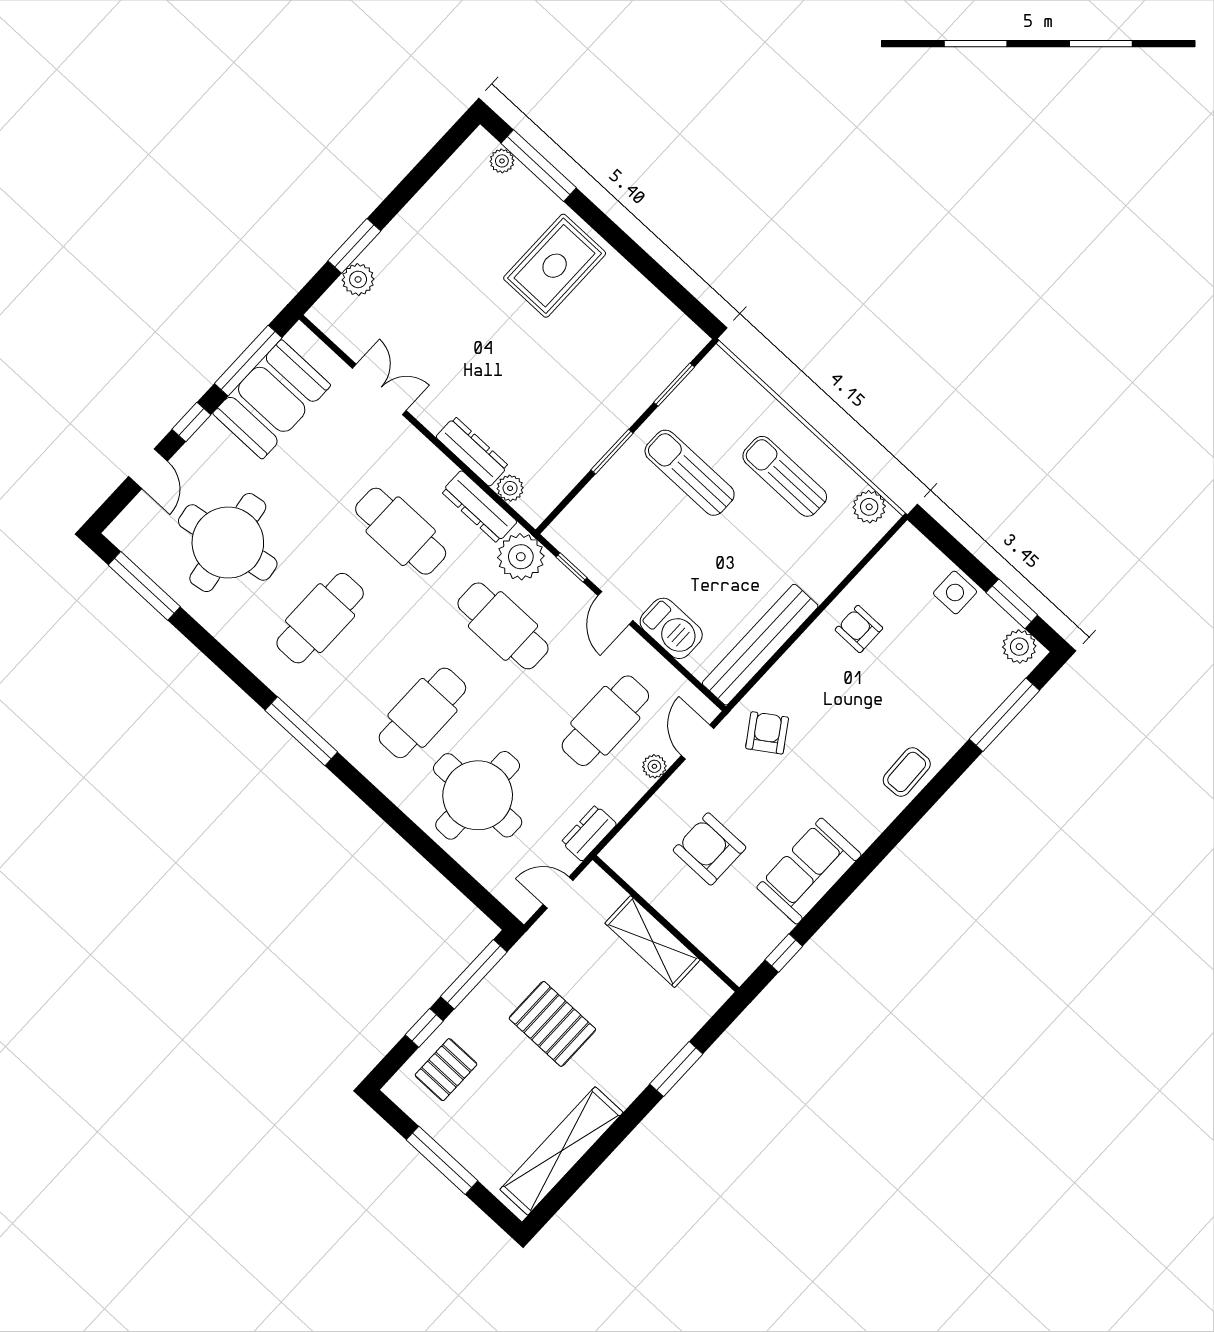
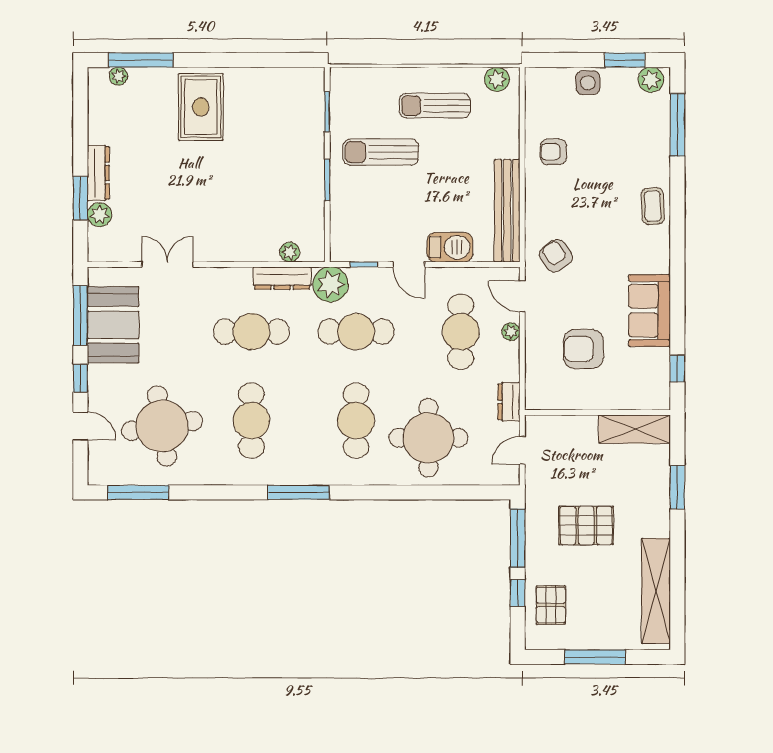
dresser: (472, 451) -> (98, 173), moved, turned 90
shelving: (653, 942) -> (635, 429), moved

